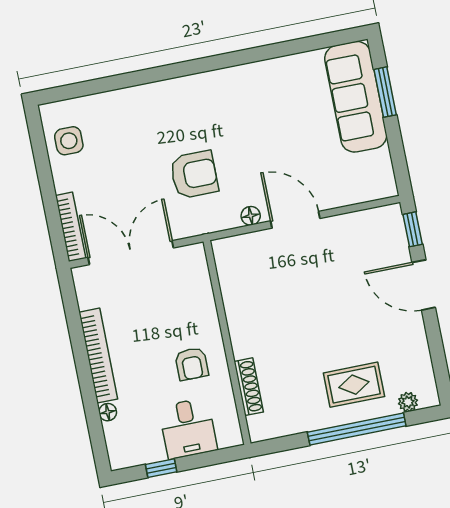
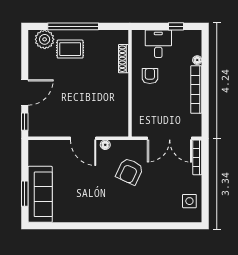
armchair: (194, 175) -> (130, 171), turned -65
door: (424, 285) -> (25, 92), hinge flipped
plant: (408, 402) -> (45, 39), width x1.87, depth x1.87

